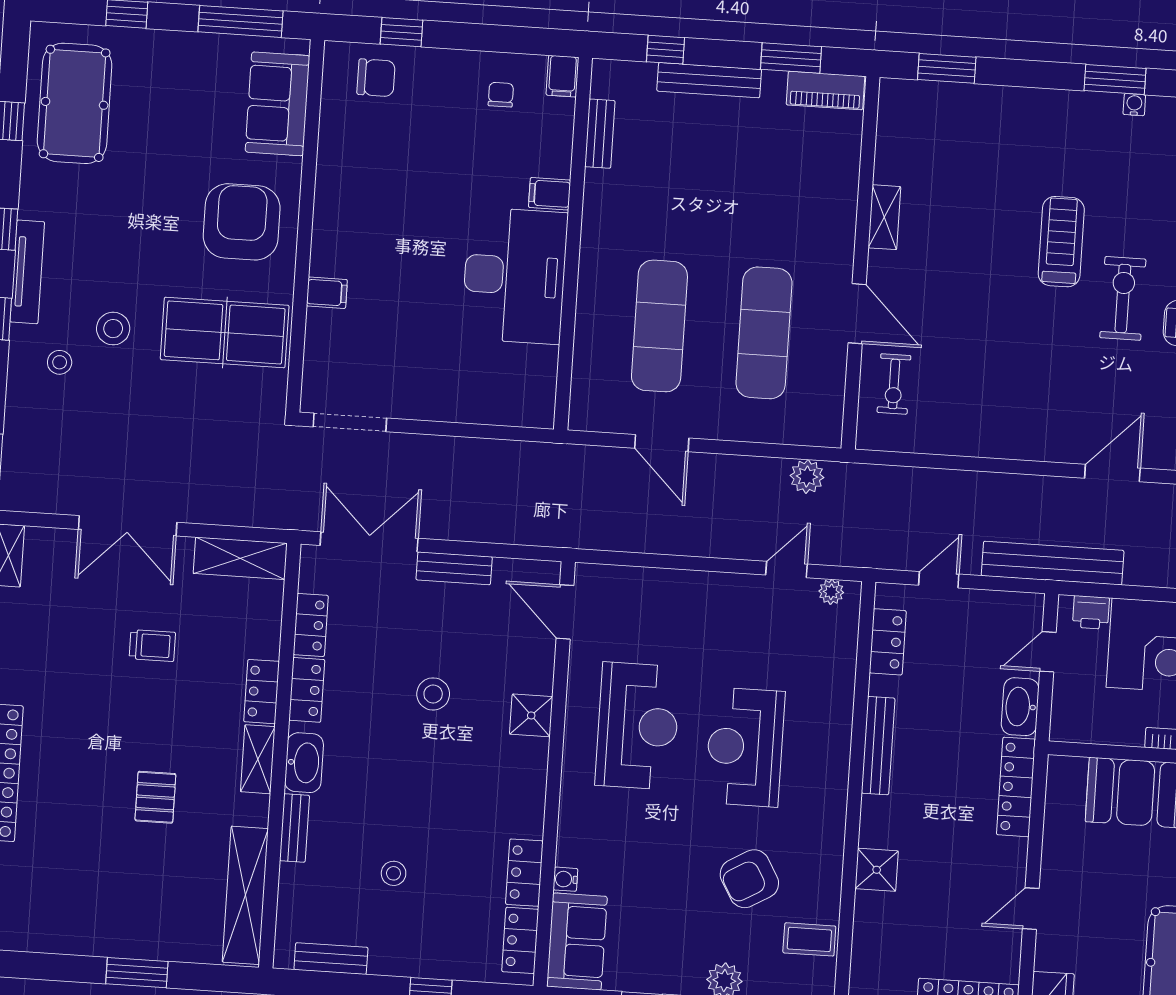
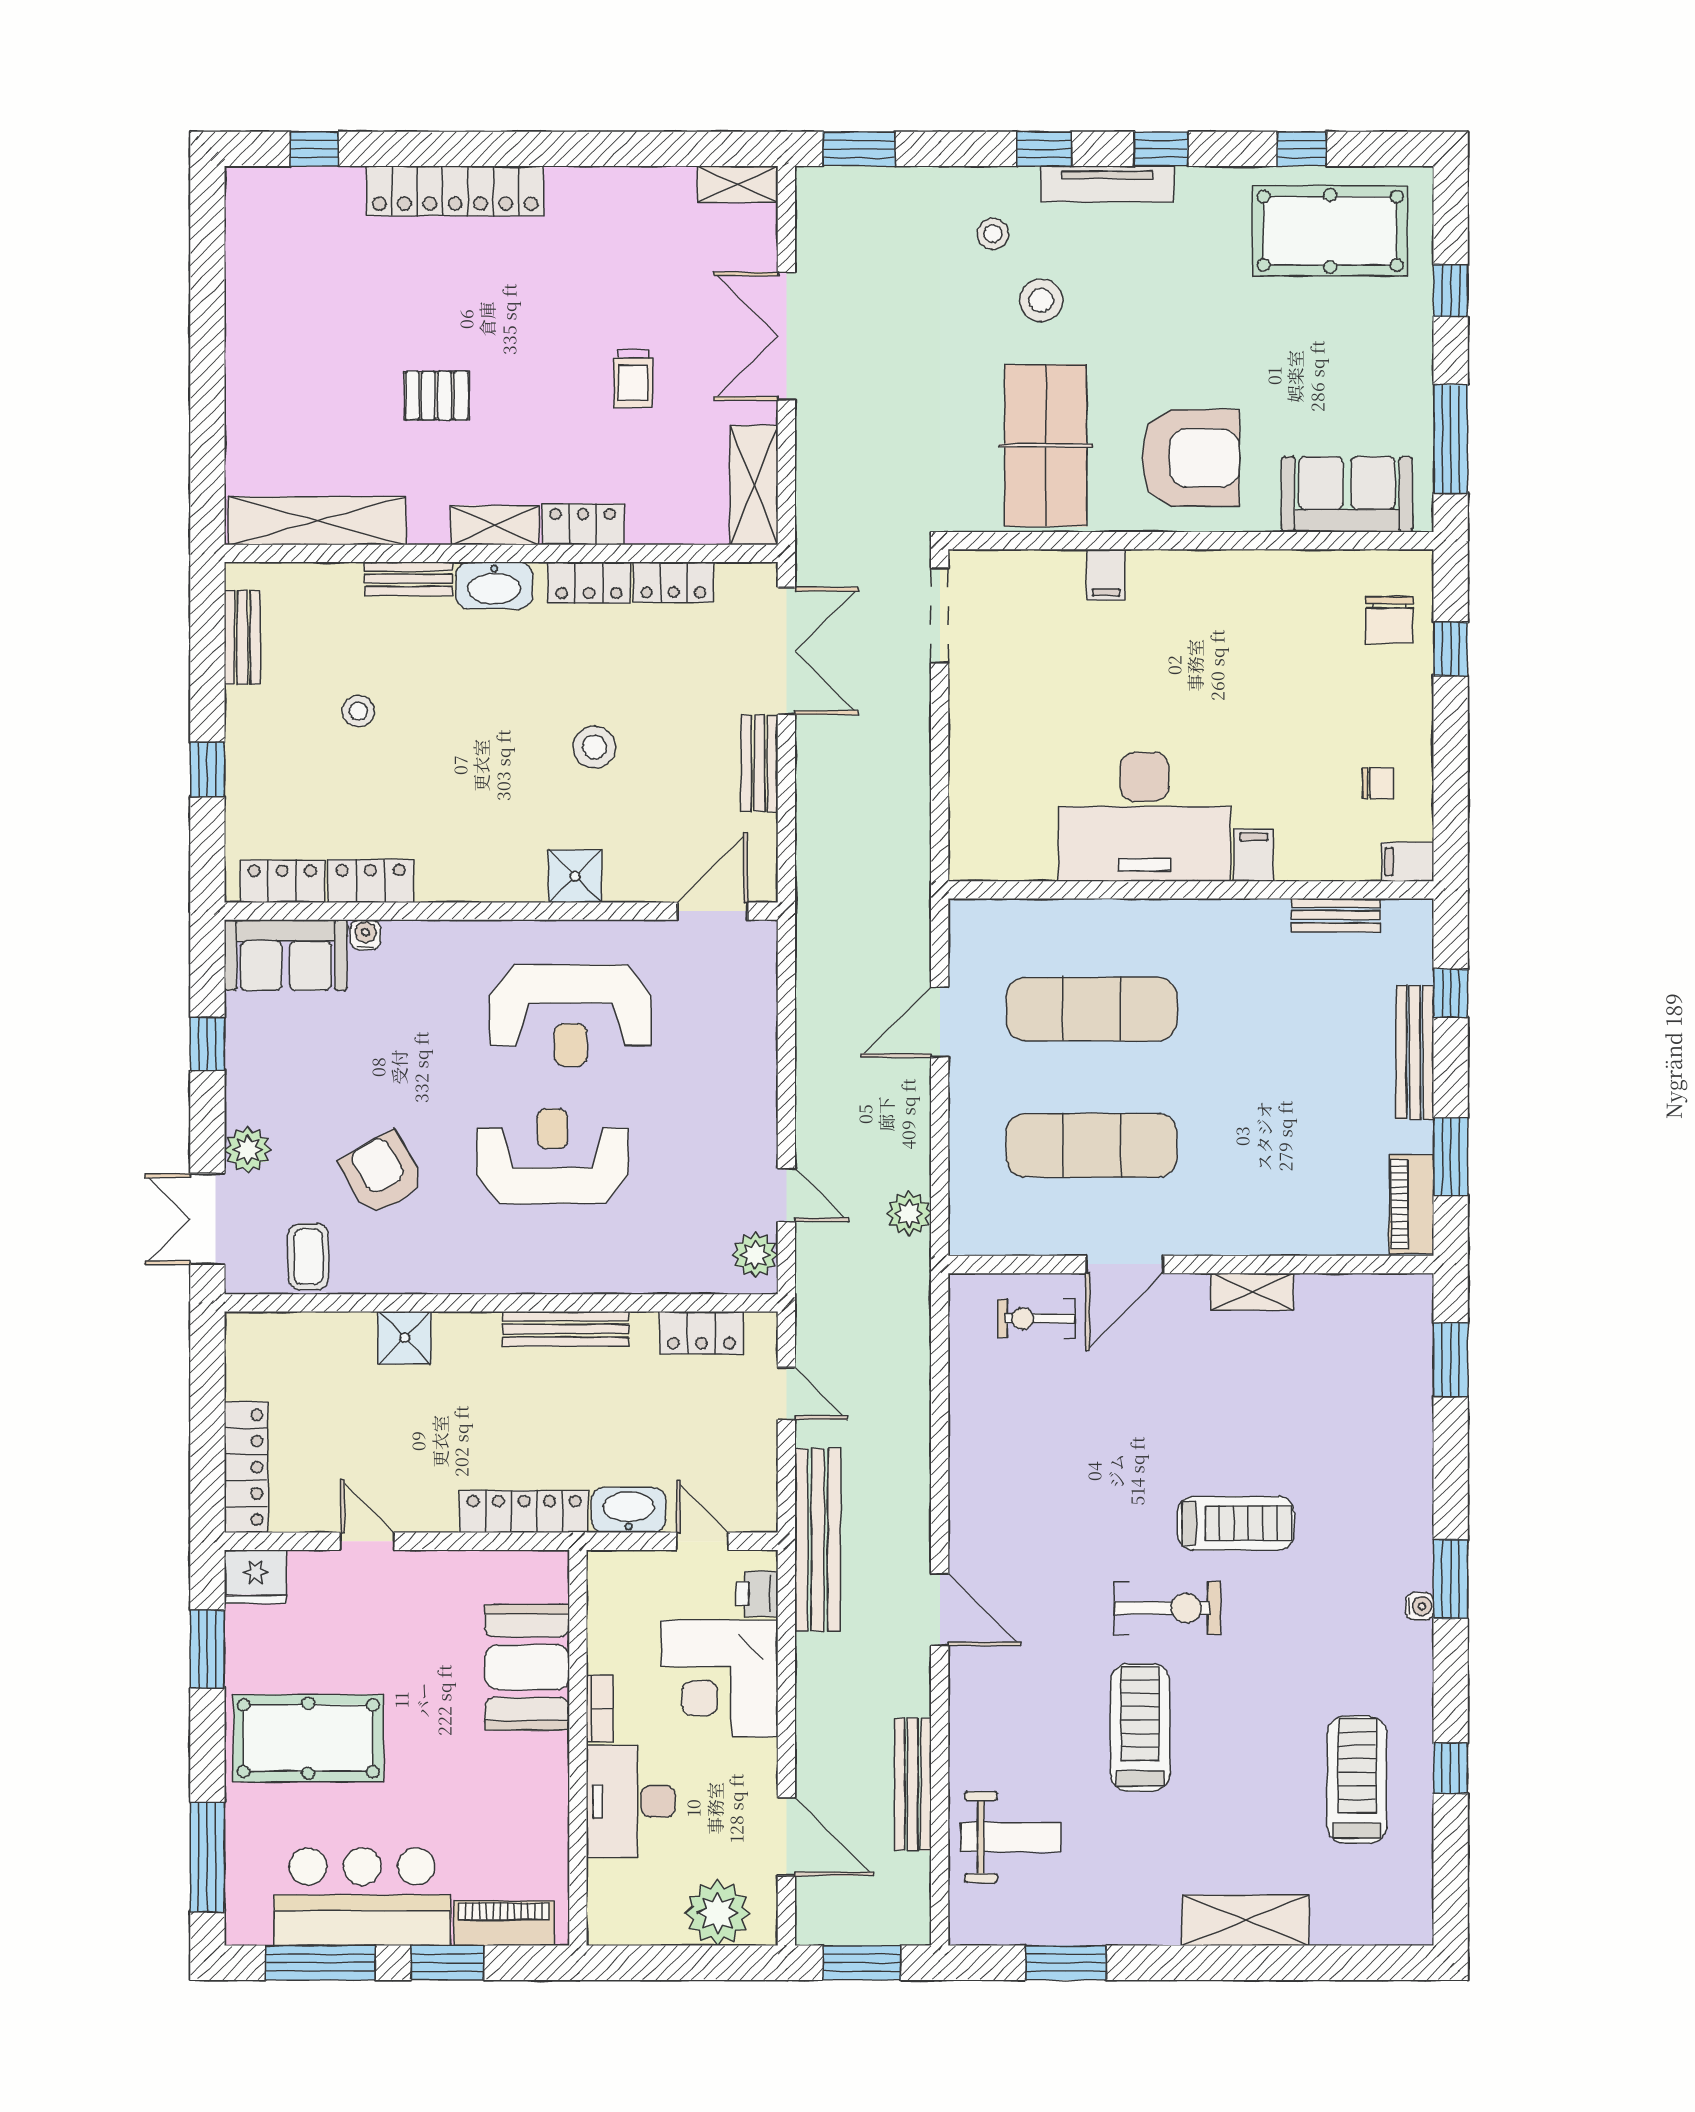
plant: (831, 592) -> (755, 1255), width x1.38, depth x1.38
window: (137, 973) -> (207, 387), removed

